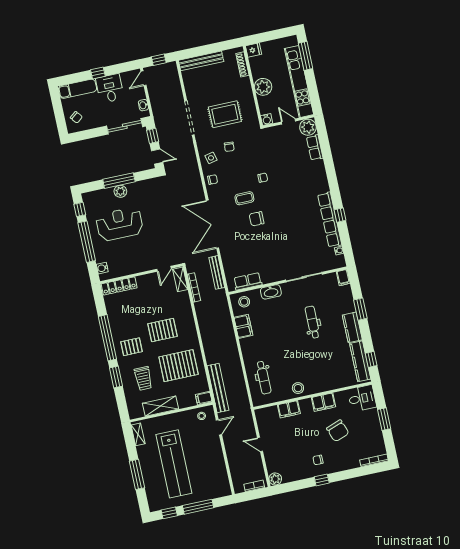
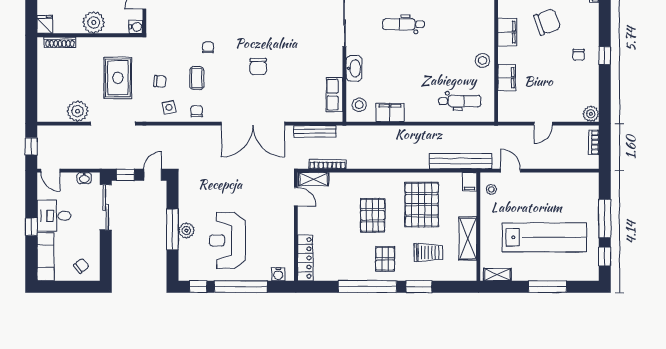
bench: (201, 61) -> (44, 93), removed
plant: (193, 89) -> (78, 111), added
coffee table: (244, 198) -> (197, 78), moved

